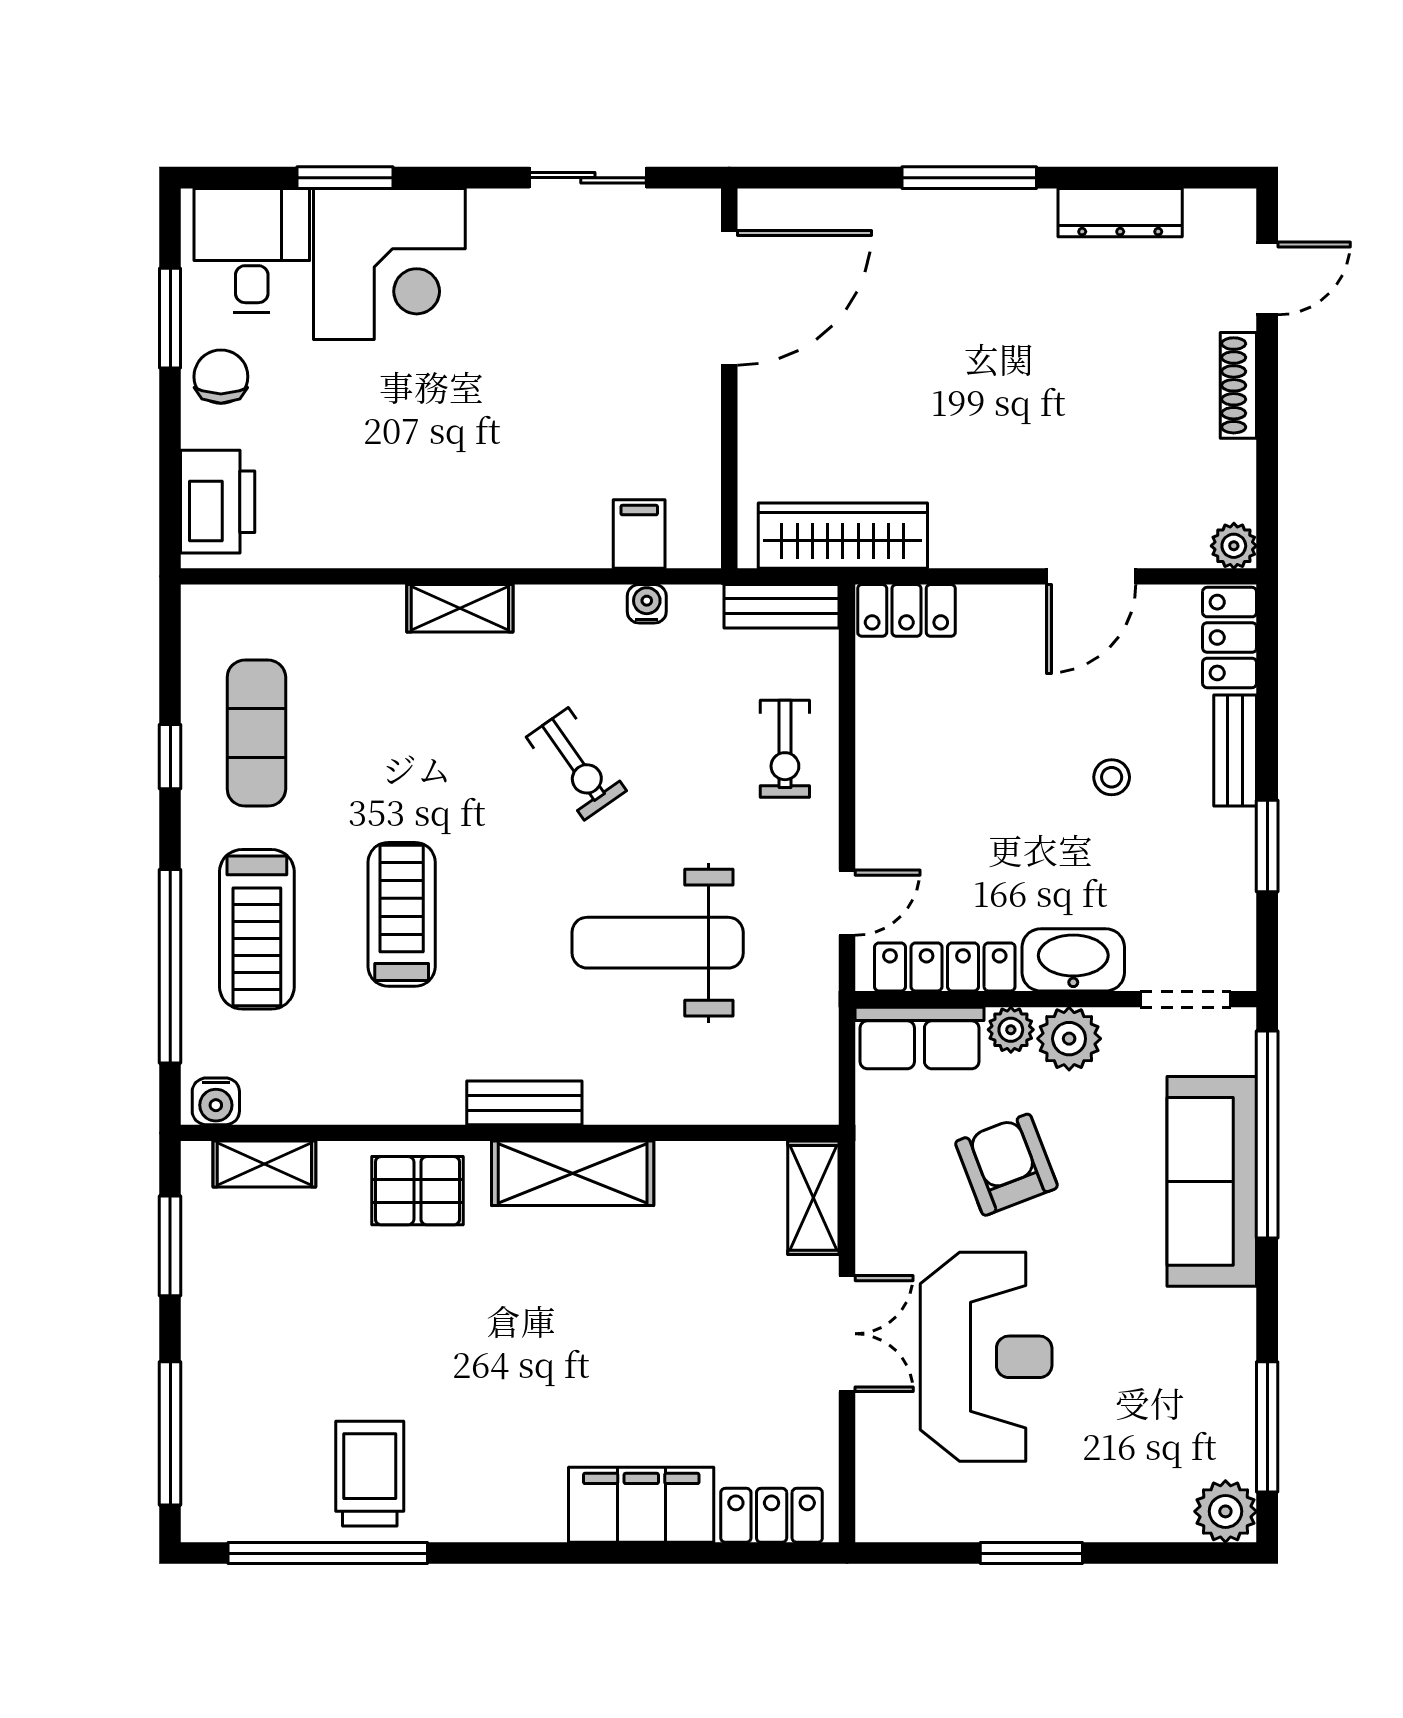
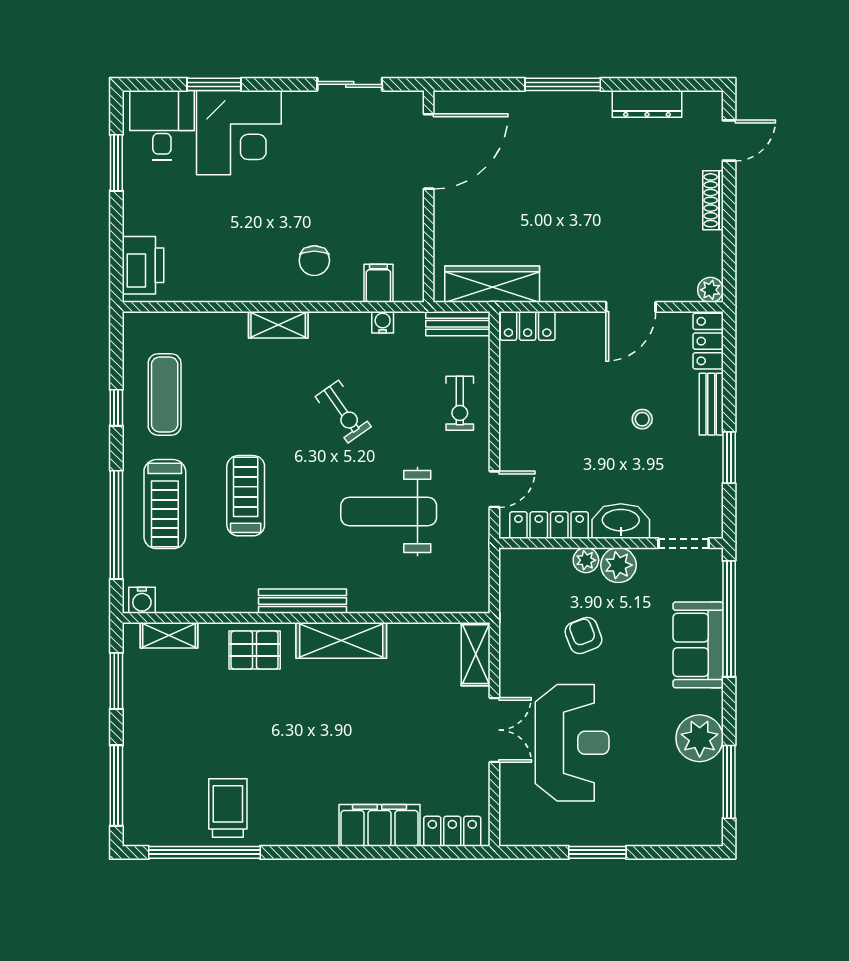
chair: (221, 377) -> (314, 261), moved, turned 180
row of seats: (919, 1038) -> (535, 565), removed
bench: (524, 1103) -> (303, 601), width x1.36
armchair: (1006, 1165) -> (583, 636), width x0.72, depth x0.72
sofa: (1212, 1181) -> (698, 645), width x0.73
plant: (1225, 1511) -> (700, 738), moved, width x1.36, depth x1.36

